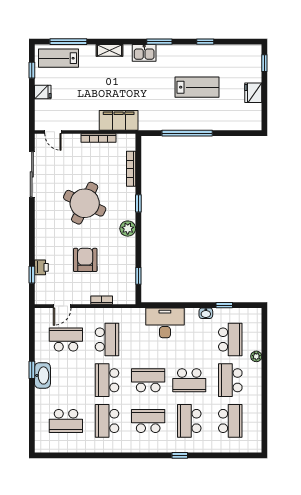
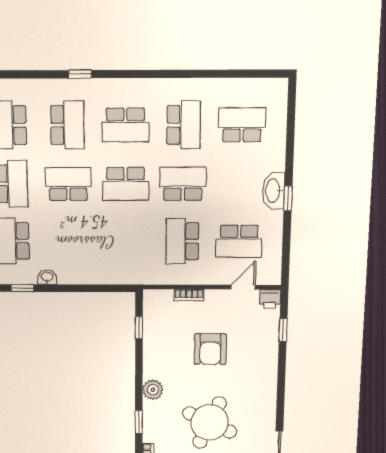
printer: (41, 267) -> (270, 299), moved, turned -90
desk: (165, 323) -> (103, 264), removed
school desk: (107, 380) -> (183, 184), turned -90

